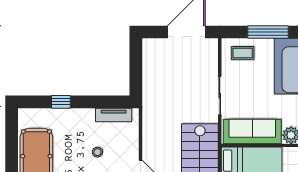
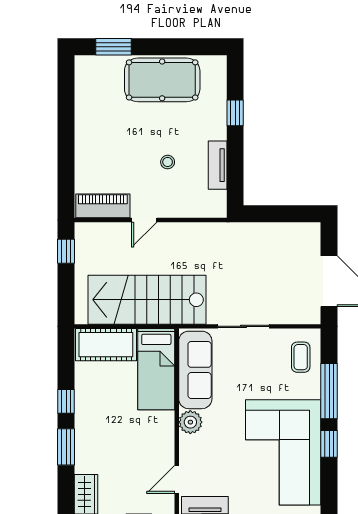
tv unit: (114, 115) -> (218, 165), moved

